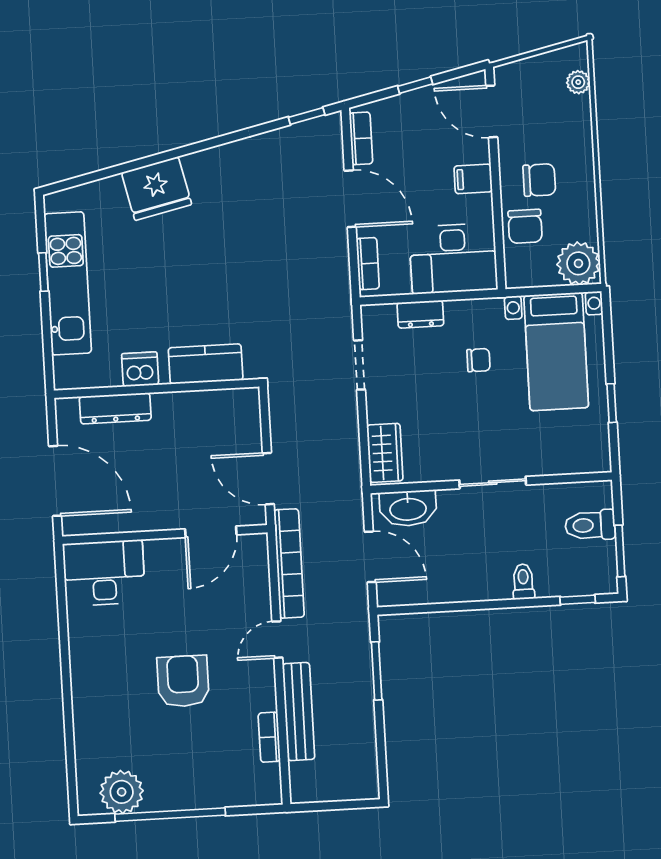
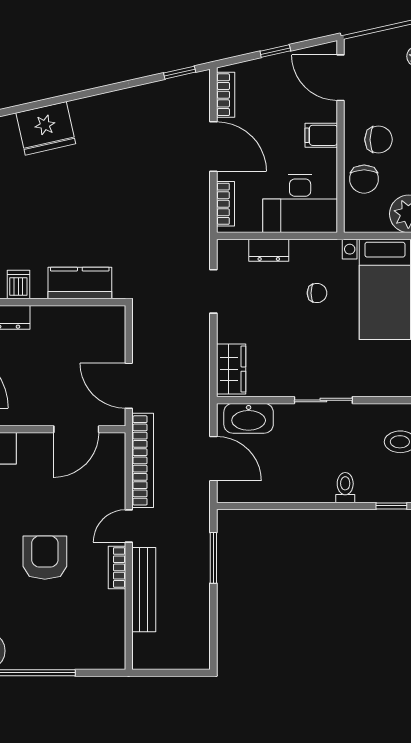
dishwasher: (140, 369) -> (18, 285), width x0.73
bookcase: (269, 737) -> (117, 567), moved

